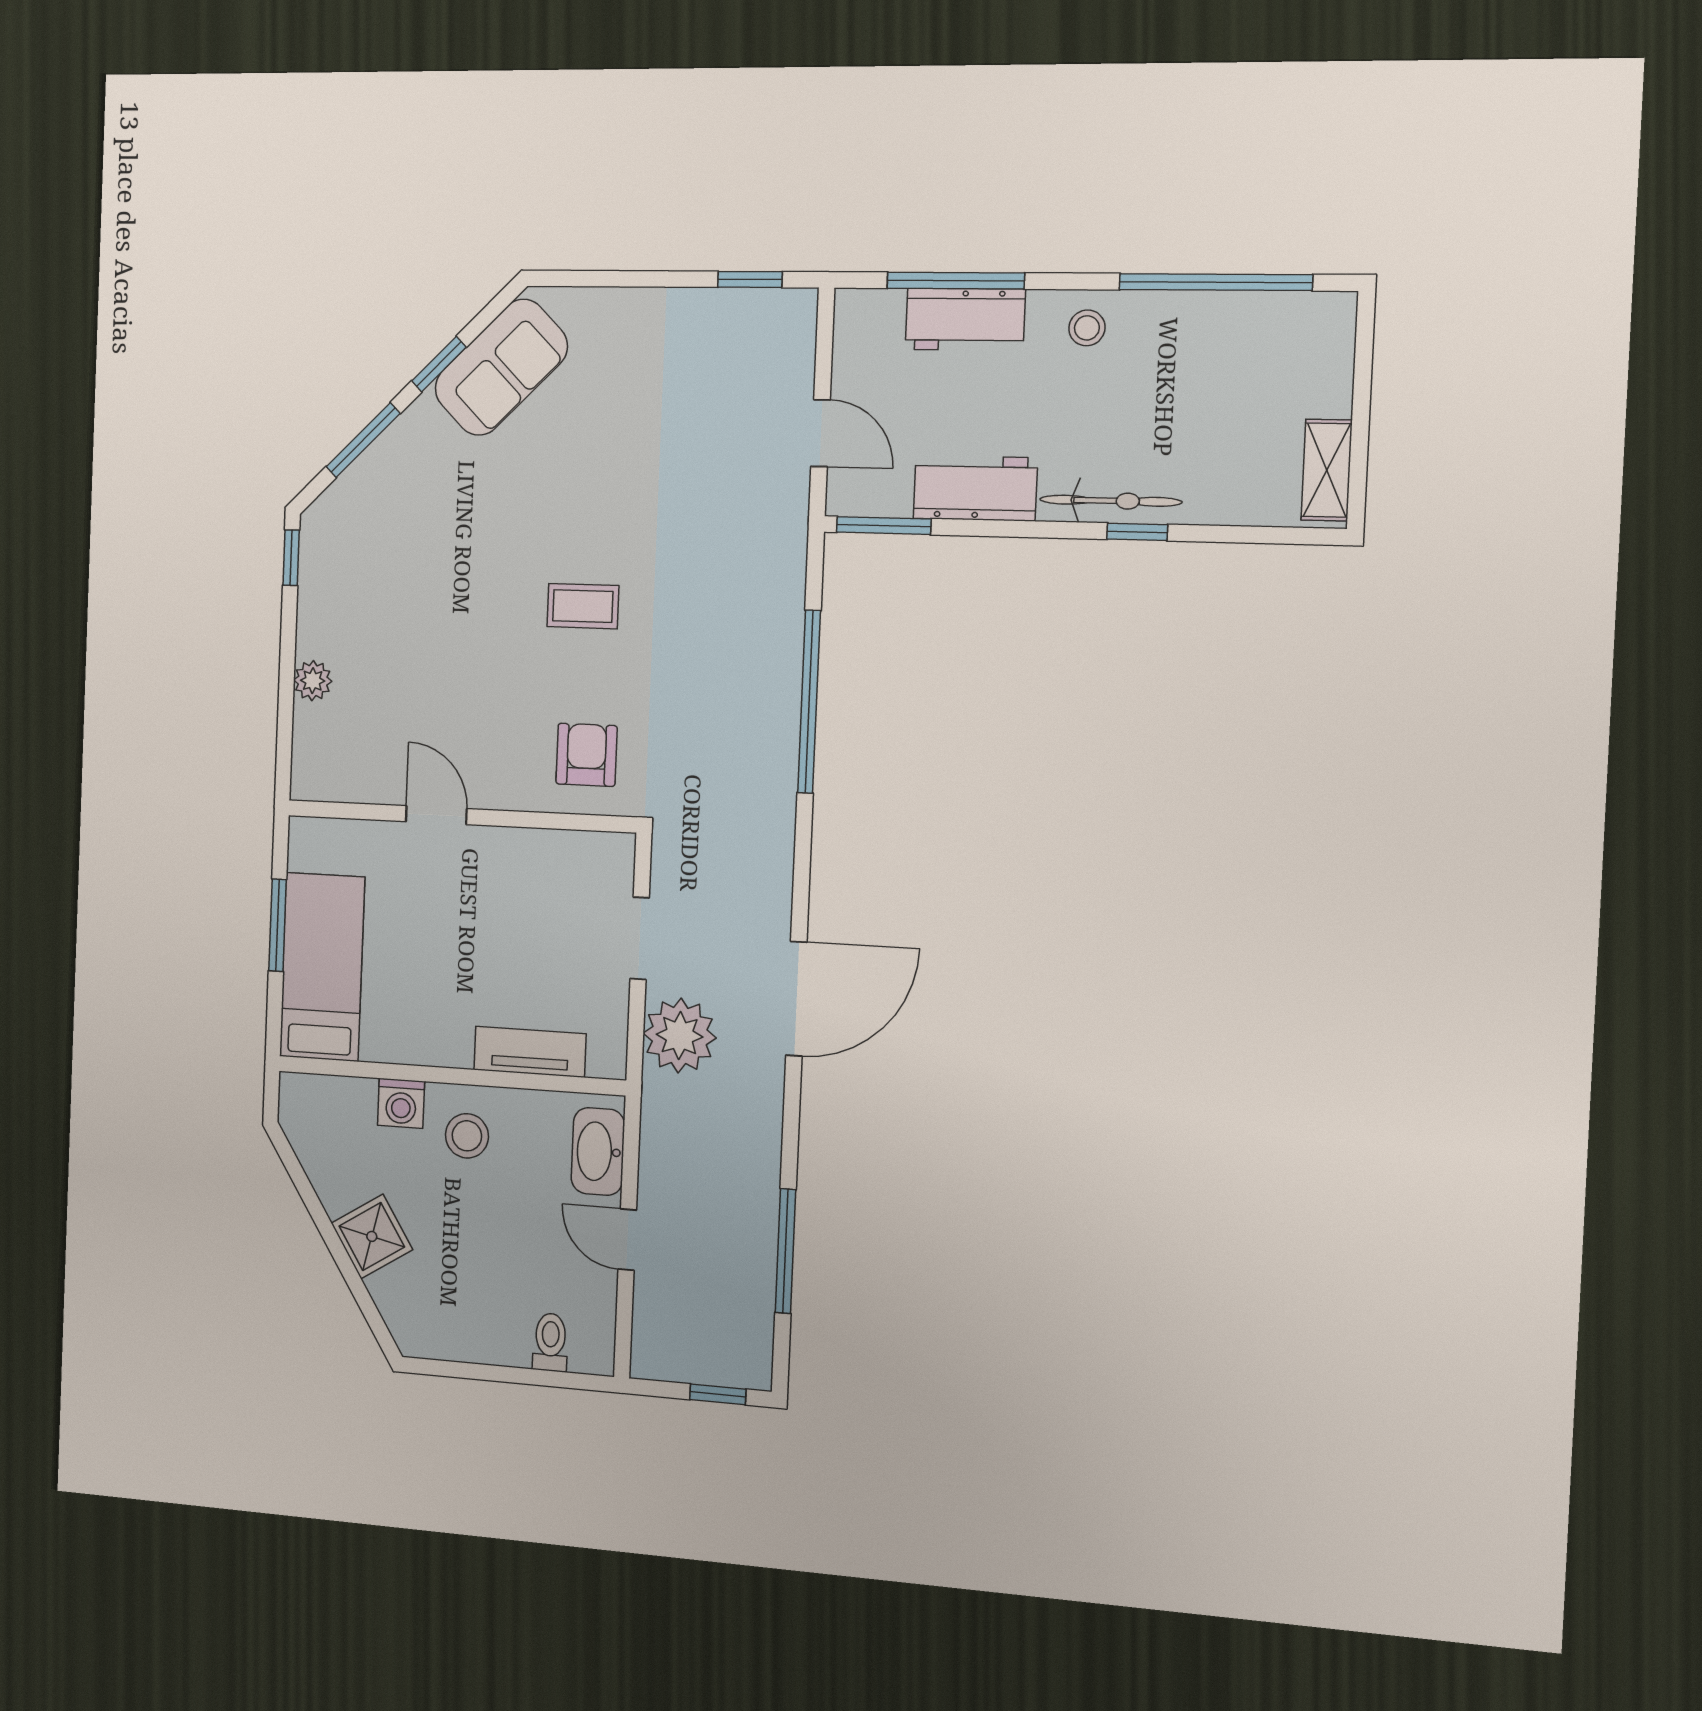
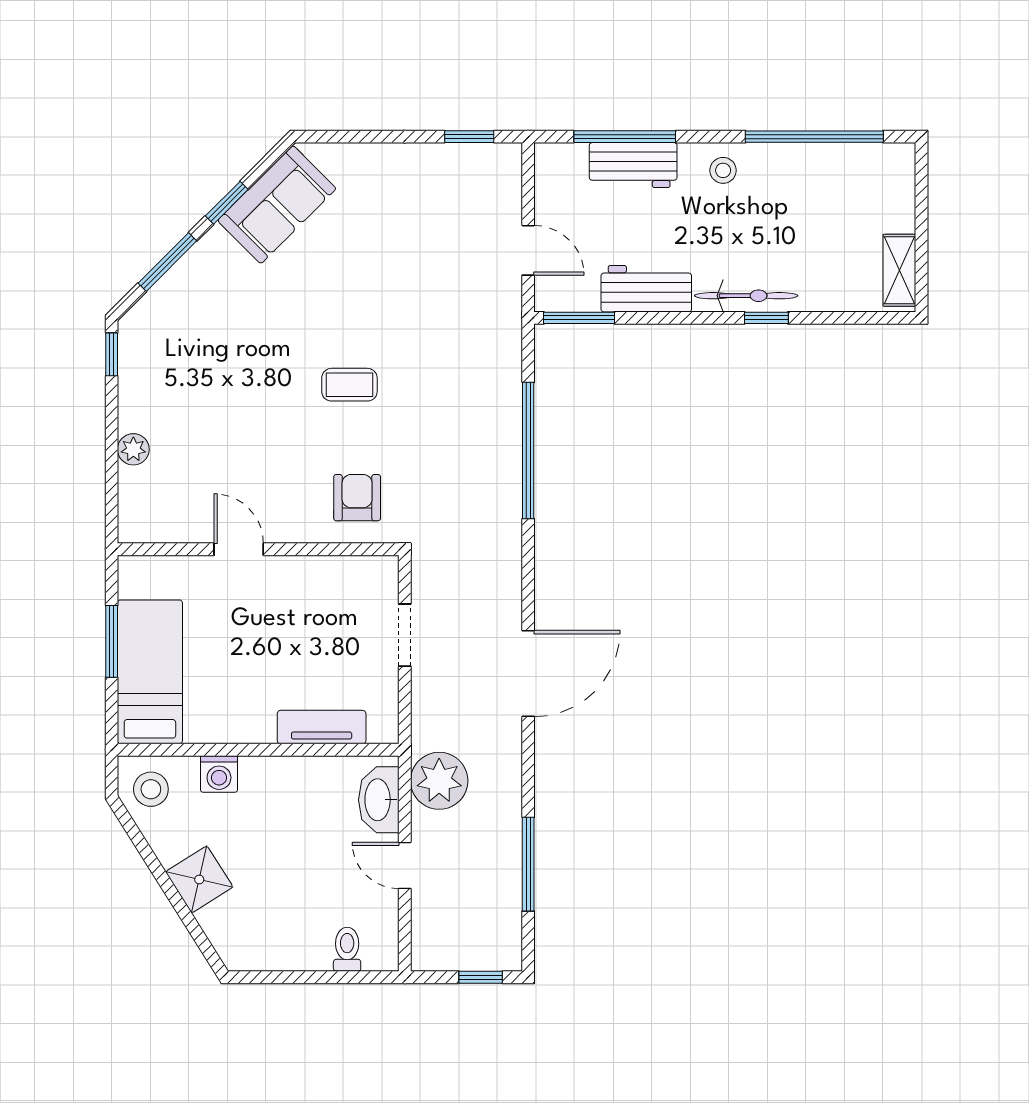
plant: (680, 1036) -> (439, 781), moved
stool: (467, 1136) -> (151, 789), moved

